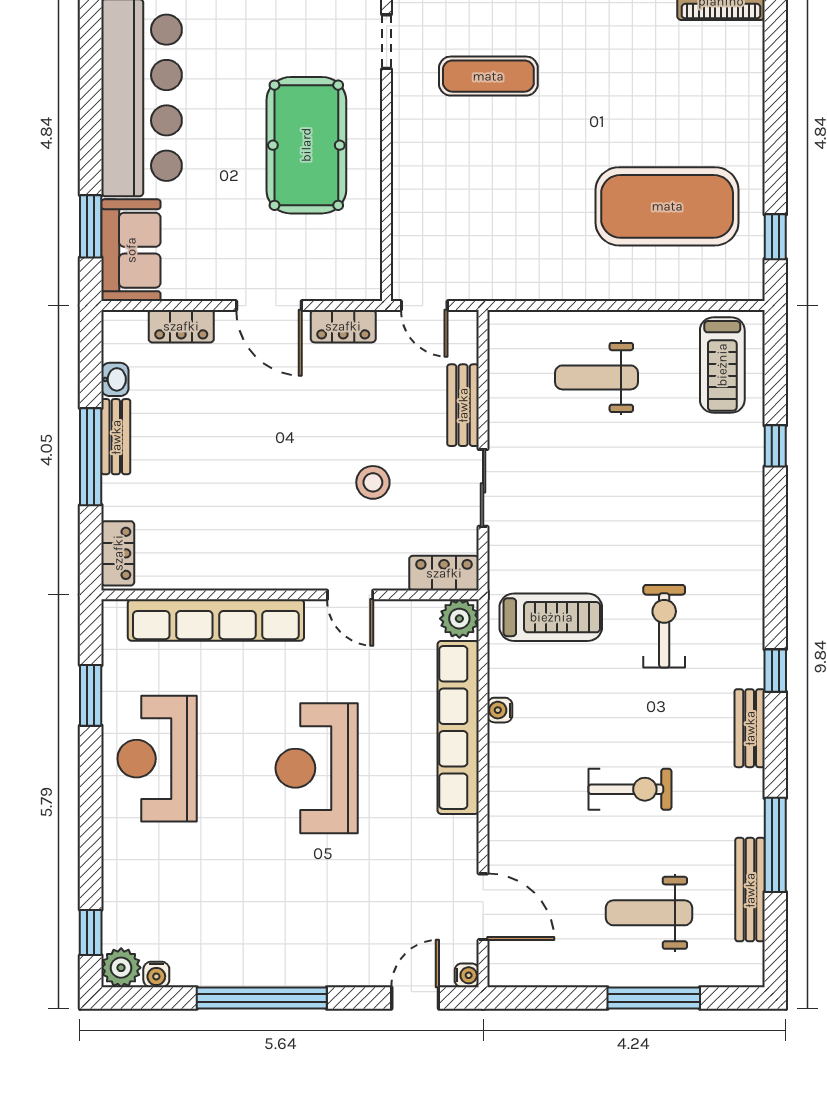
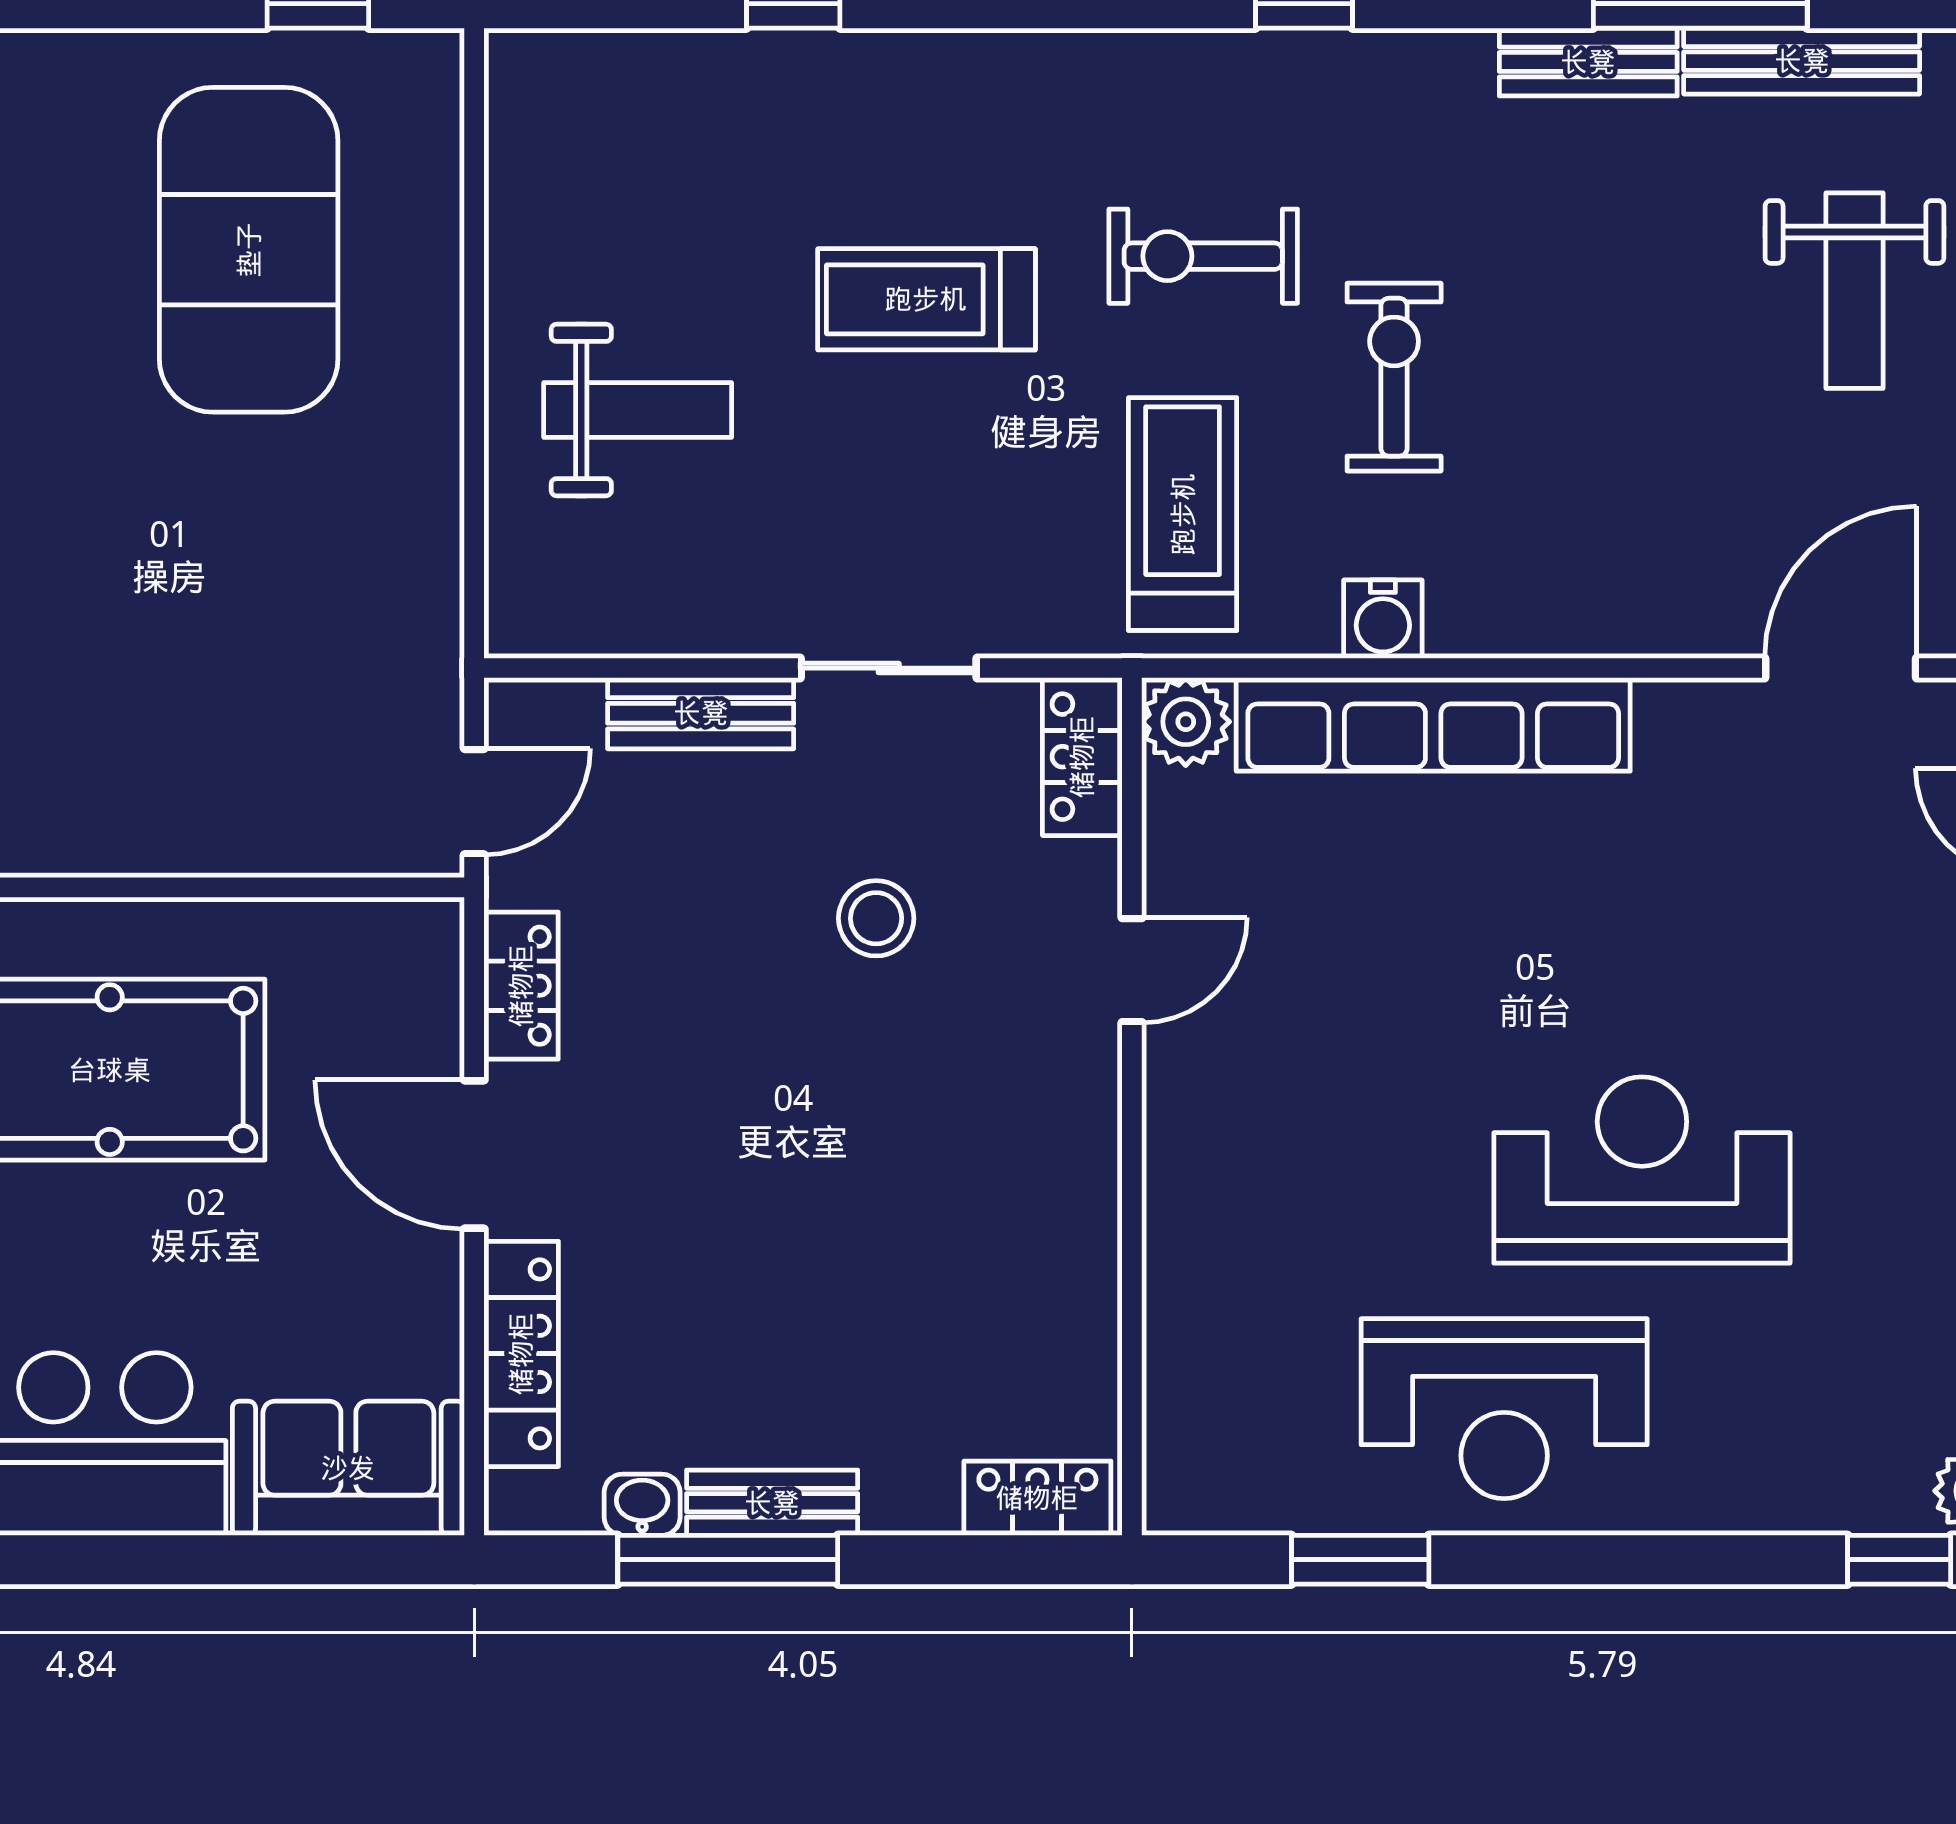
window: (91, 226) -> (294, 1560), removed
door: (269, 306) -> (474, 1154), swing flipped
locker: (181, 326) -> (521, 1354), width x1.53
treadmill: (722, 365) -> (926, 299), moved, turned 180
weight bench: (597, 377) -> (638, 410), turned -90
window: (91, 457) -> (728, 1560), moved
row of seats: (216, 620) -> (1189, 1275), removed
water cooler: (500, 710) -> (1383, 619), width x1.38, depth x1.38
bench: (750, 728) -> (1588, 62), moved
reception desk: (317, 768) -> (1642, 1170), moved, turned 180
exercise bike: (630, 789) -> (1394, 377), moved

